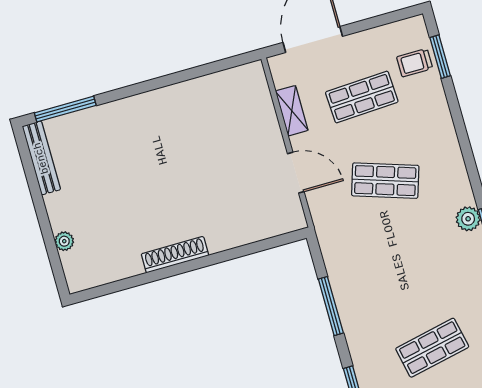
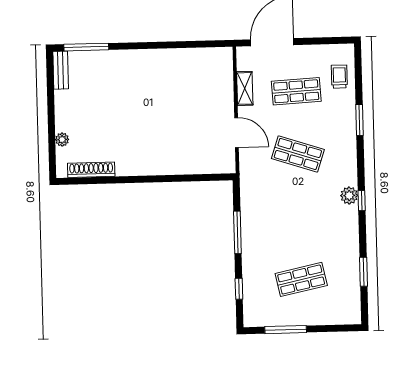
window: (440, 57) -> (359, 120), moved
trolley: (415, 63) -> (339, 77), turned 90
bench: (41, 158) -> (61, 70), width x0.73
shoe rack: (175, 255) -> (91, 170), moved

